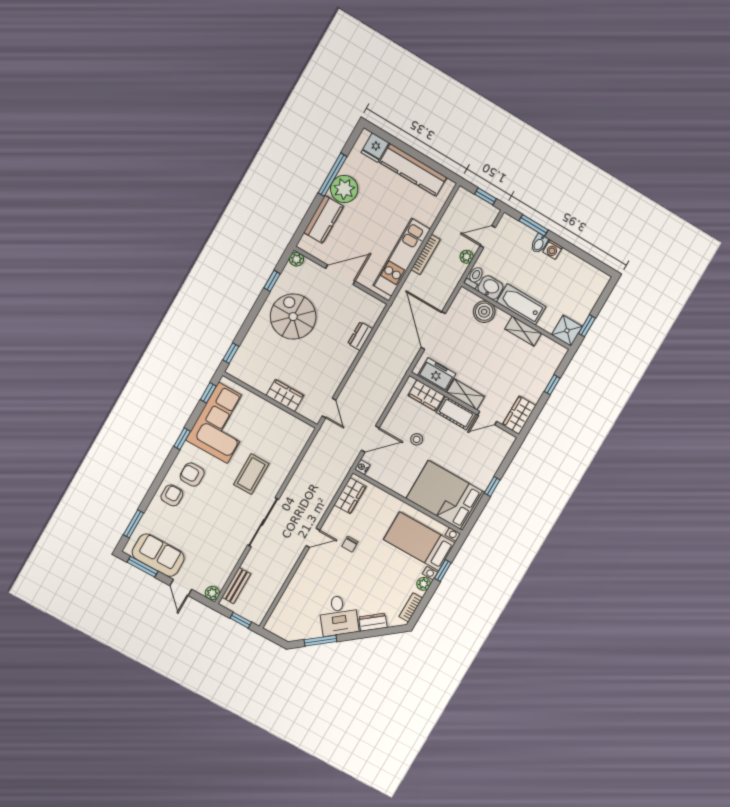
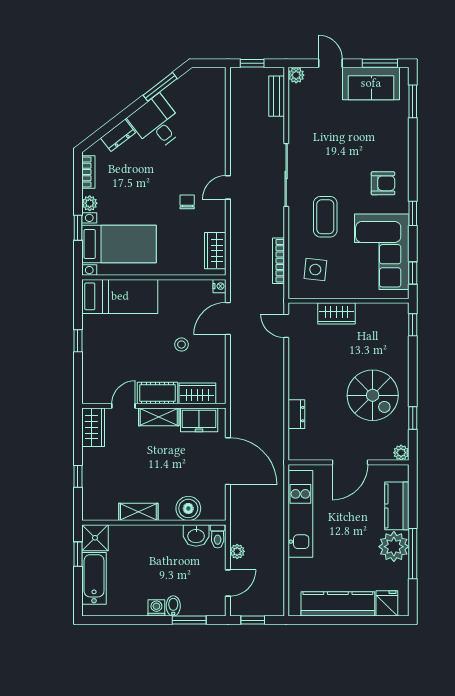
bookcase: (426, 255) -> (278, 261), moved
bathtub: (521, 304) -> (94, 578), moved, turned -90
side table: (282, 438) -> (315, 270), added
armchair: (172, 495) -> (391, 151), removed
bed: (445, 496) -> (120, 296), width x0.67

